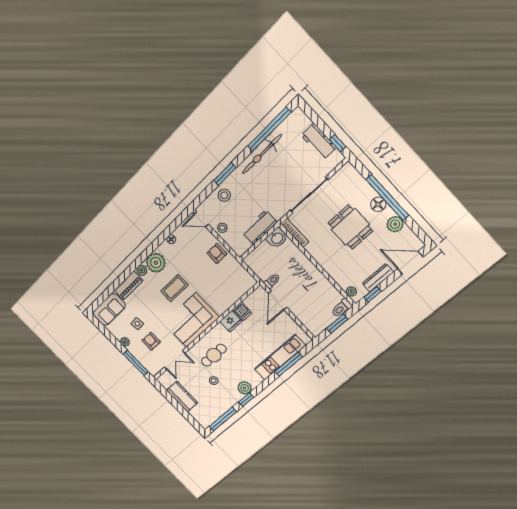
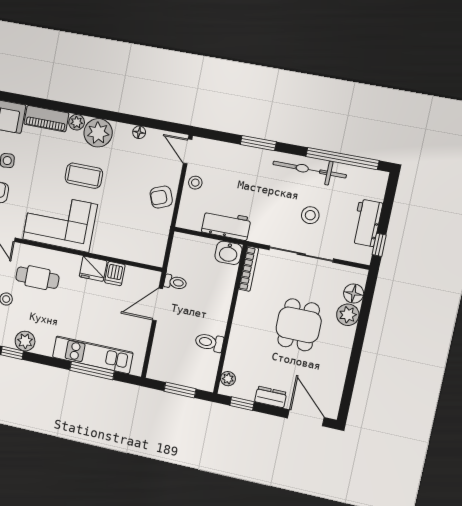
stool: (224, 195) -> (310, 215), moved
window: (387, 197) -> (359, 341), removed
floor lamp: (378, 204) -> (354, 293), moved
plant: (395, 224) -> (348, 315), moved
armchair: (217, 253) -> (161, 197), turned -112
dresser: (378, 278) -> (271, 397), width x0.70
toilet: (342, 308) -> (209, 342), moved

